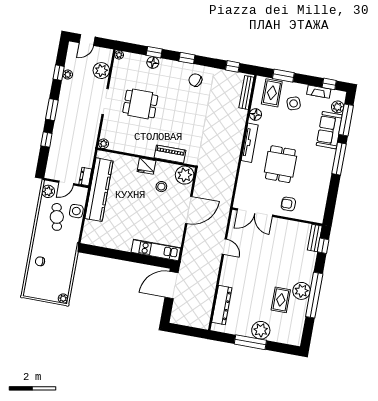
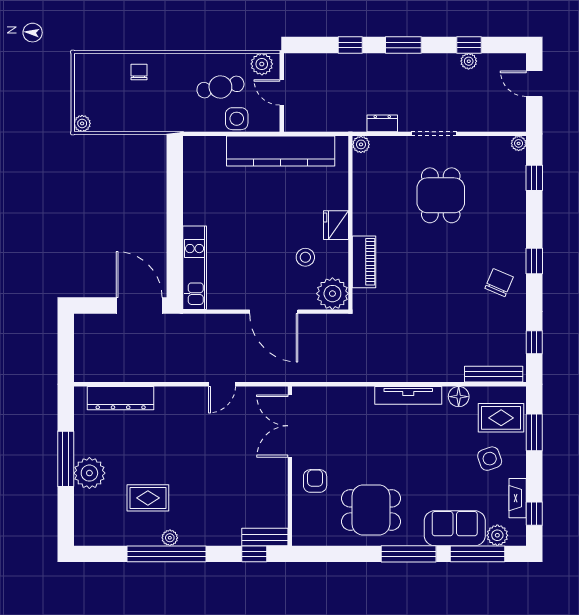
window: (154, 52) -> (534, 178), moved
floor lamp: (153, 63) -> (516, 204), removed
plant: (101, 71) -> (486, 118), removed
dining table: (280, 164) -> (371, 510), moved
dresser: (85, 176) -> (382, 123), moved
plant: (302, 291) -> (170, 538), width x0.53, depth x0.53

